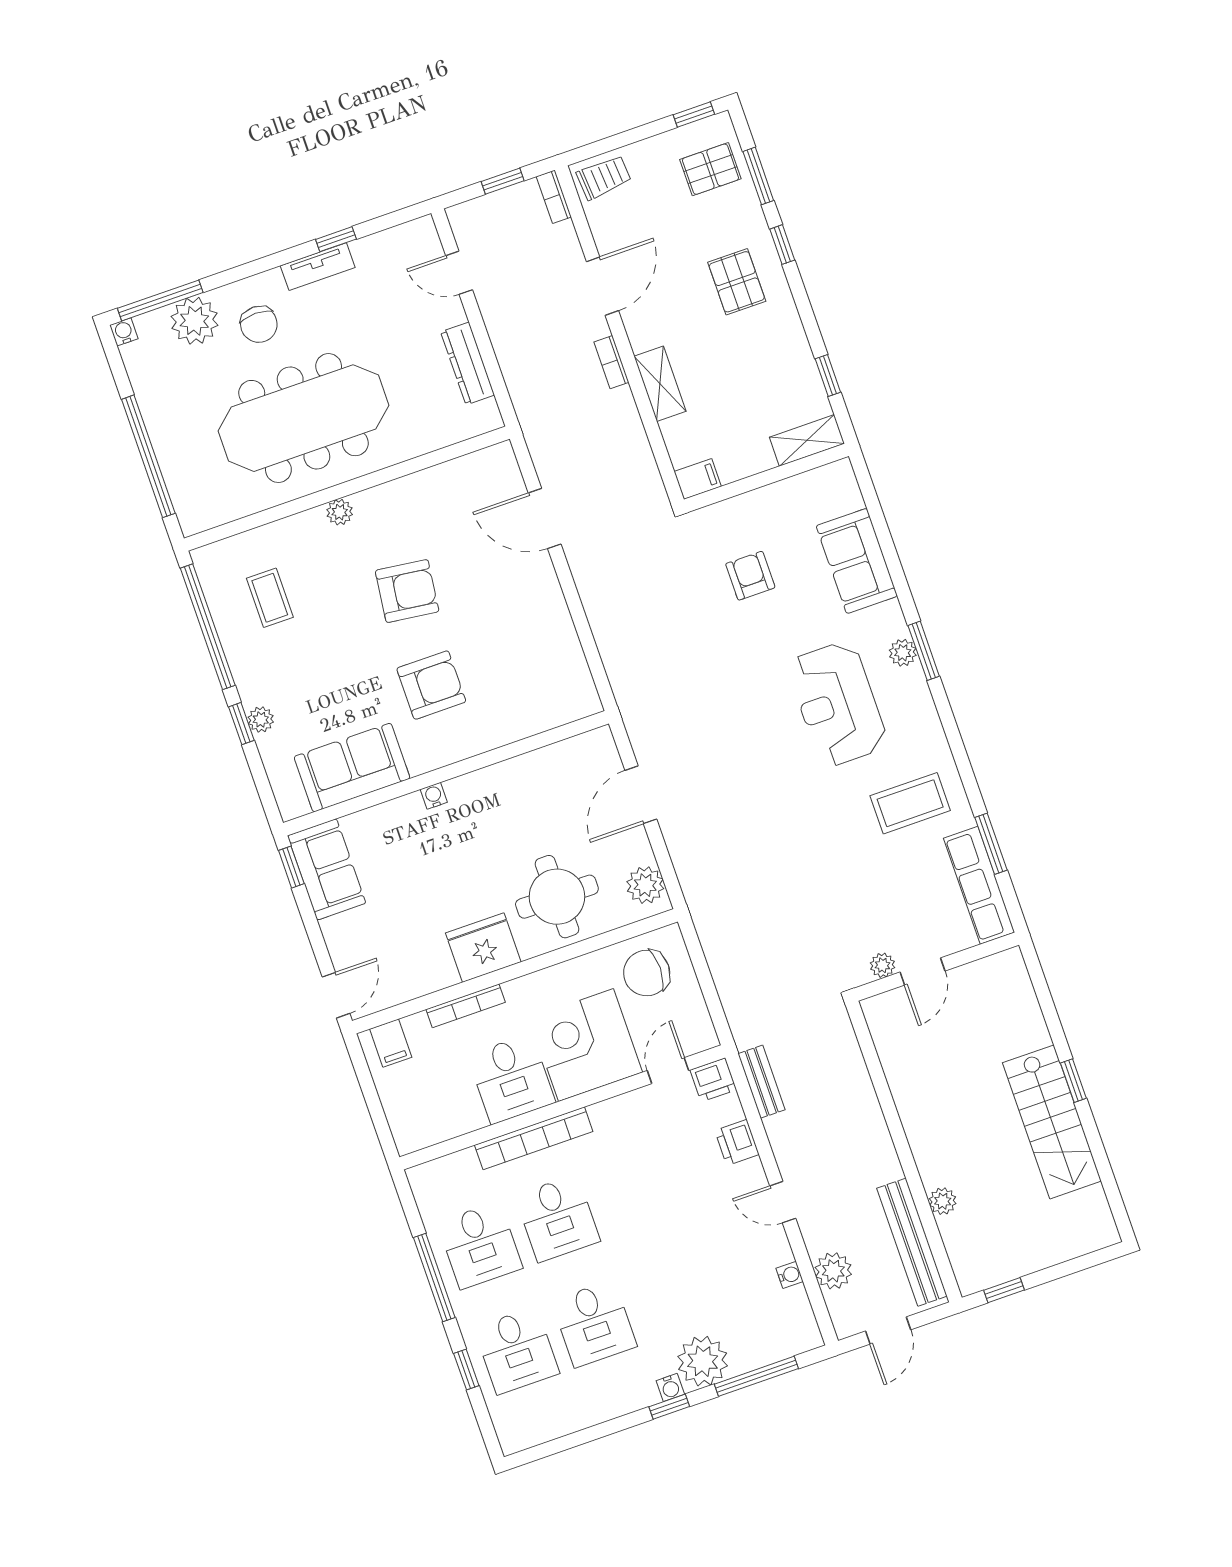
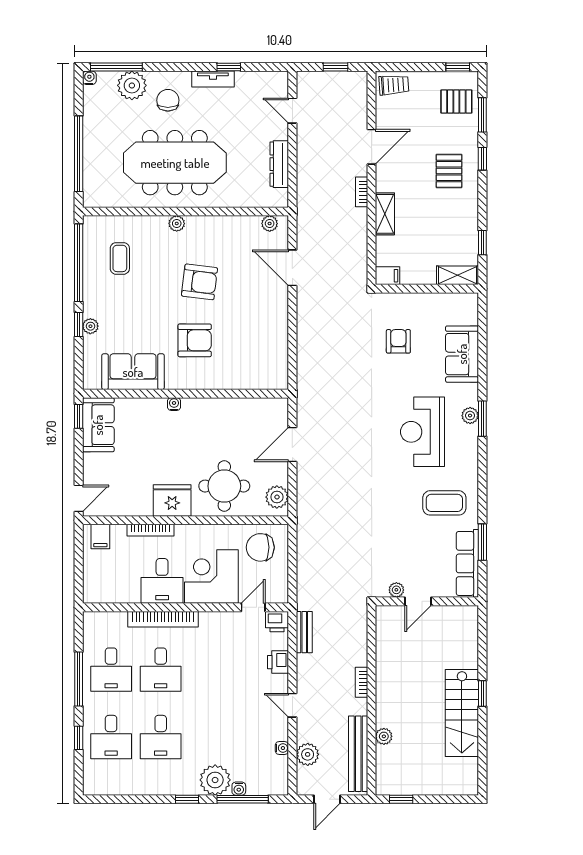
bookcase: (554, 197) -> (362, 682), moved
chair: (259, 324) -> (168, 100), turned 180
plant: (485, 462) -> (270, 224), added
water cooler: (670, 1387) -> (239, 789), moved

